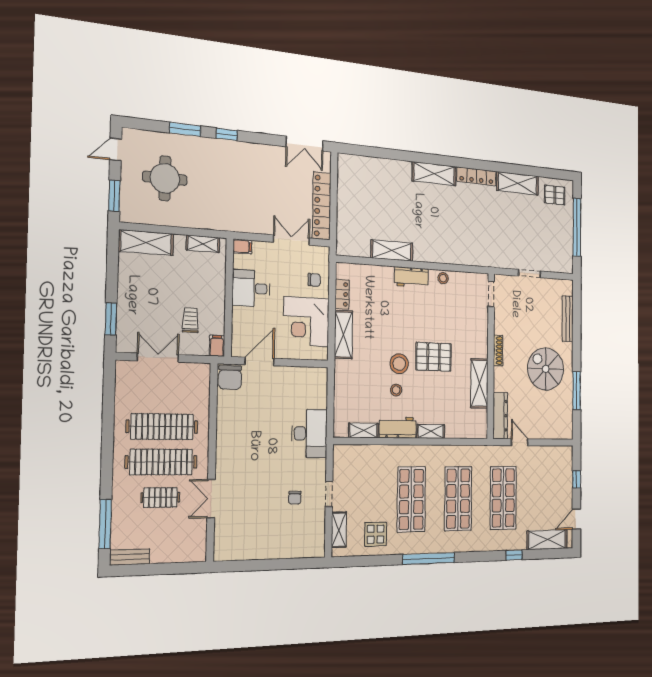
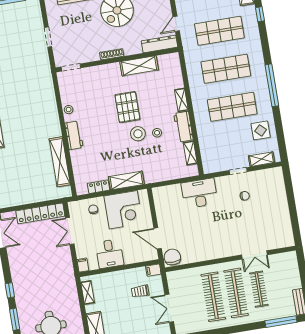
shelving: (392, 251) -> (60, 162), width x1.47
chair: (230, 377) -> (172, 257), turned -90
clothes rail: (160, 497) -> (259, 289), width x1.36

